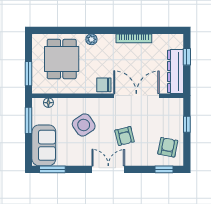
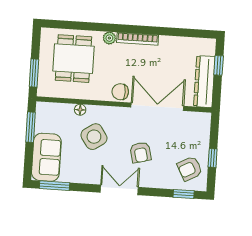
bookcase: (134, 38) -> (138, 39), moved
floor lamp: (48, 103) -> (80, 110), moved
window: (187, 124) -> (213, 158), moved
armchair: (168, 147) -> (190, 169), turned -129

